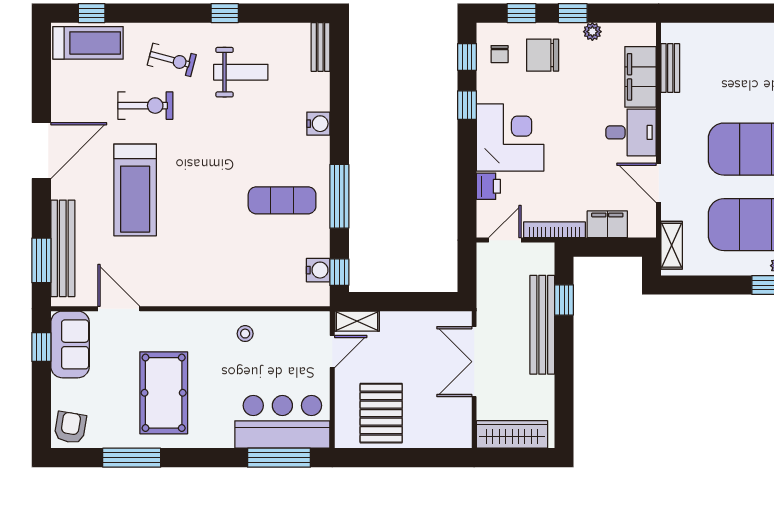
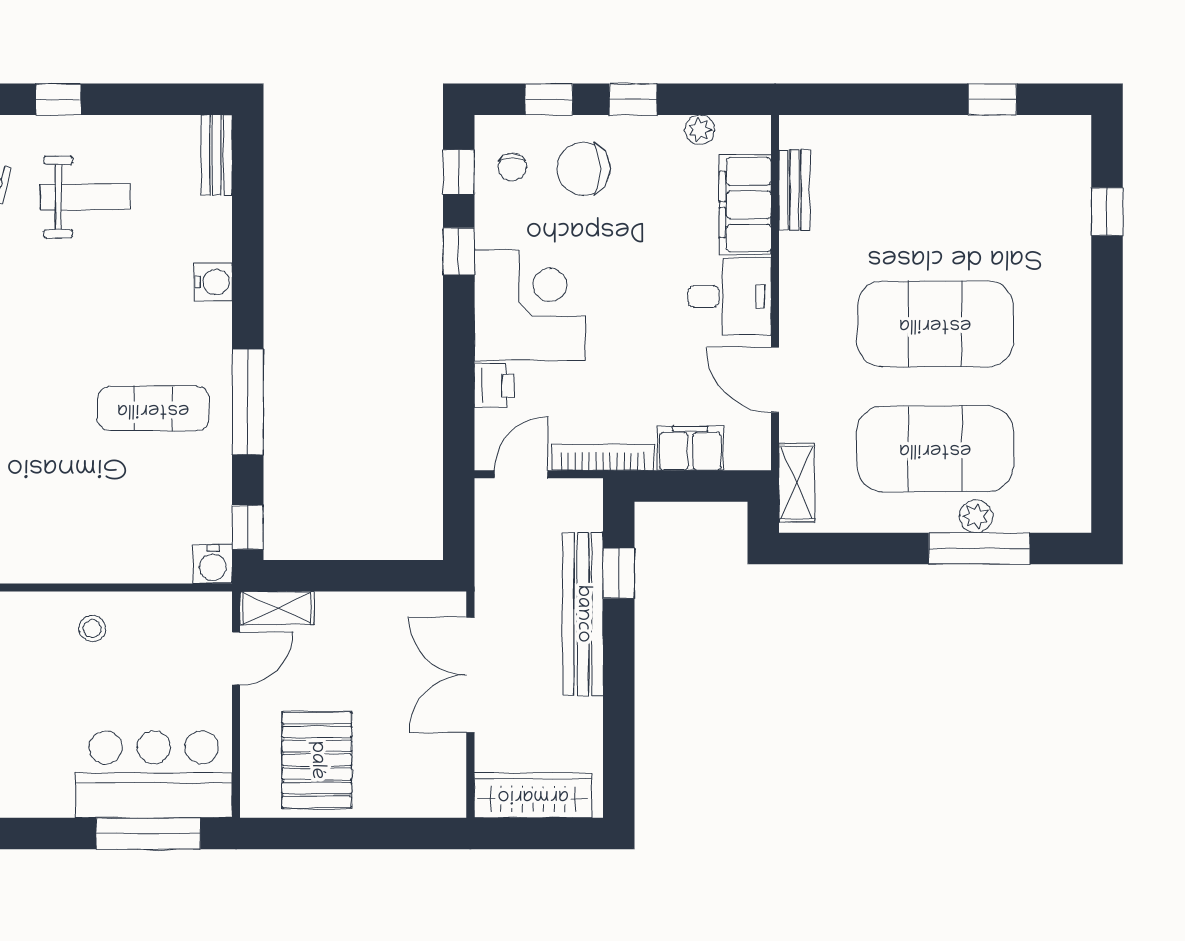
plant: (592, 32) -> (700, 130), moved
water cooler: (318, 270) -> (213, 564), moved, turned 90

